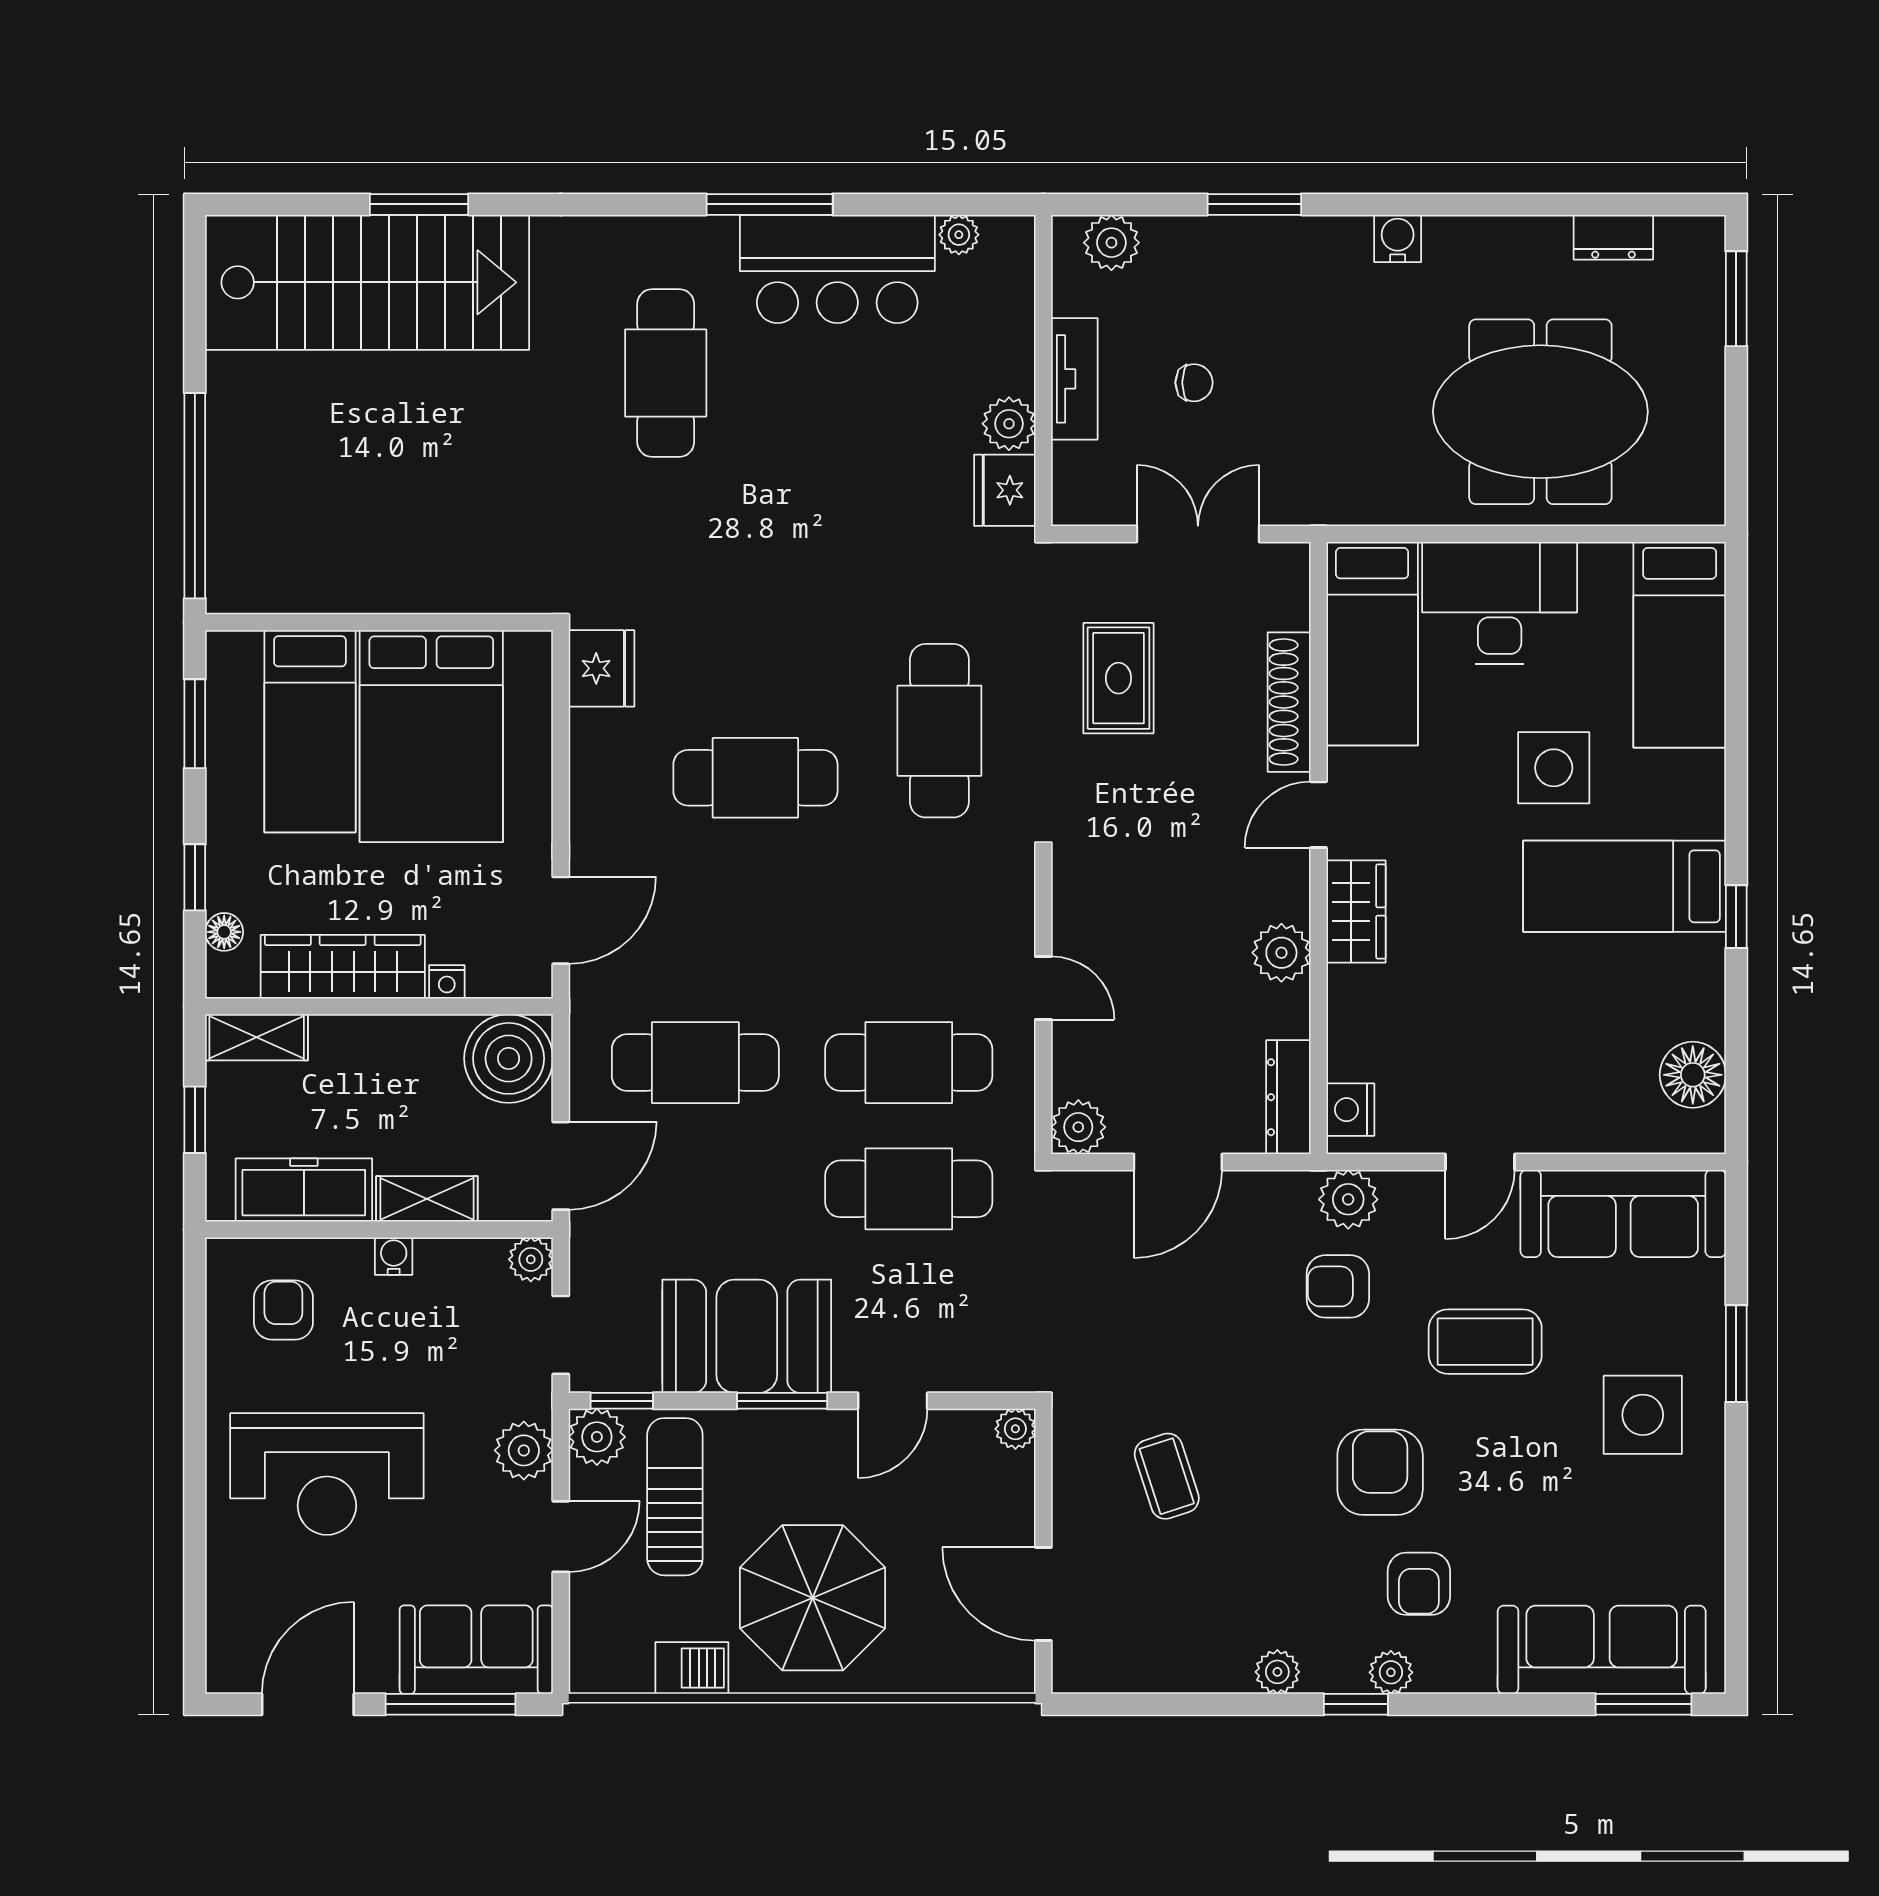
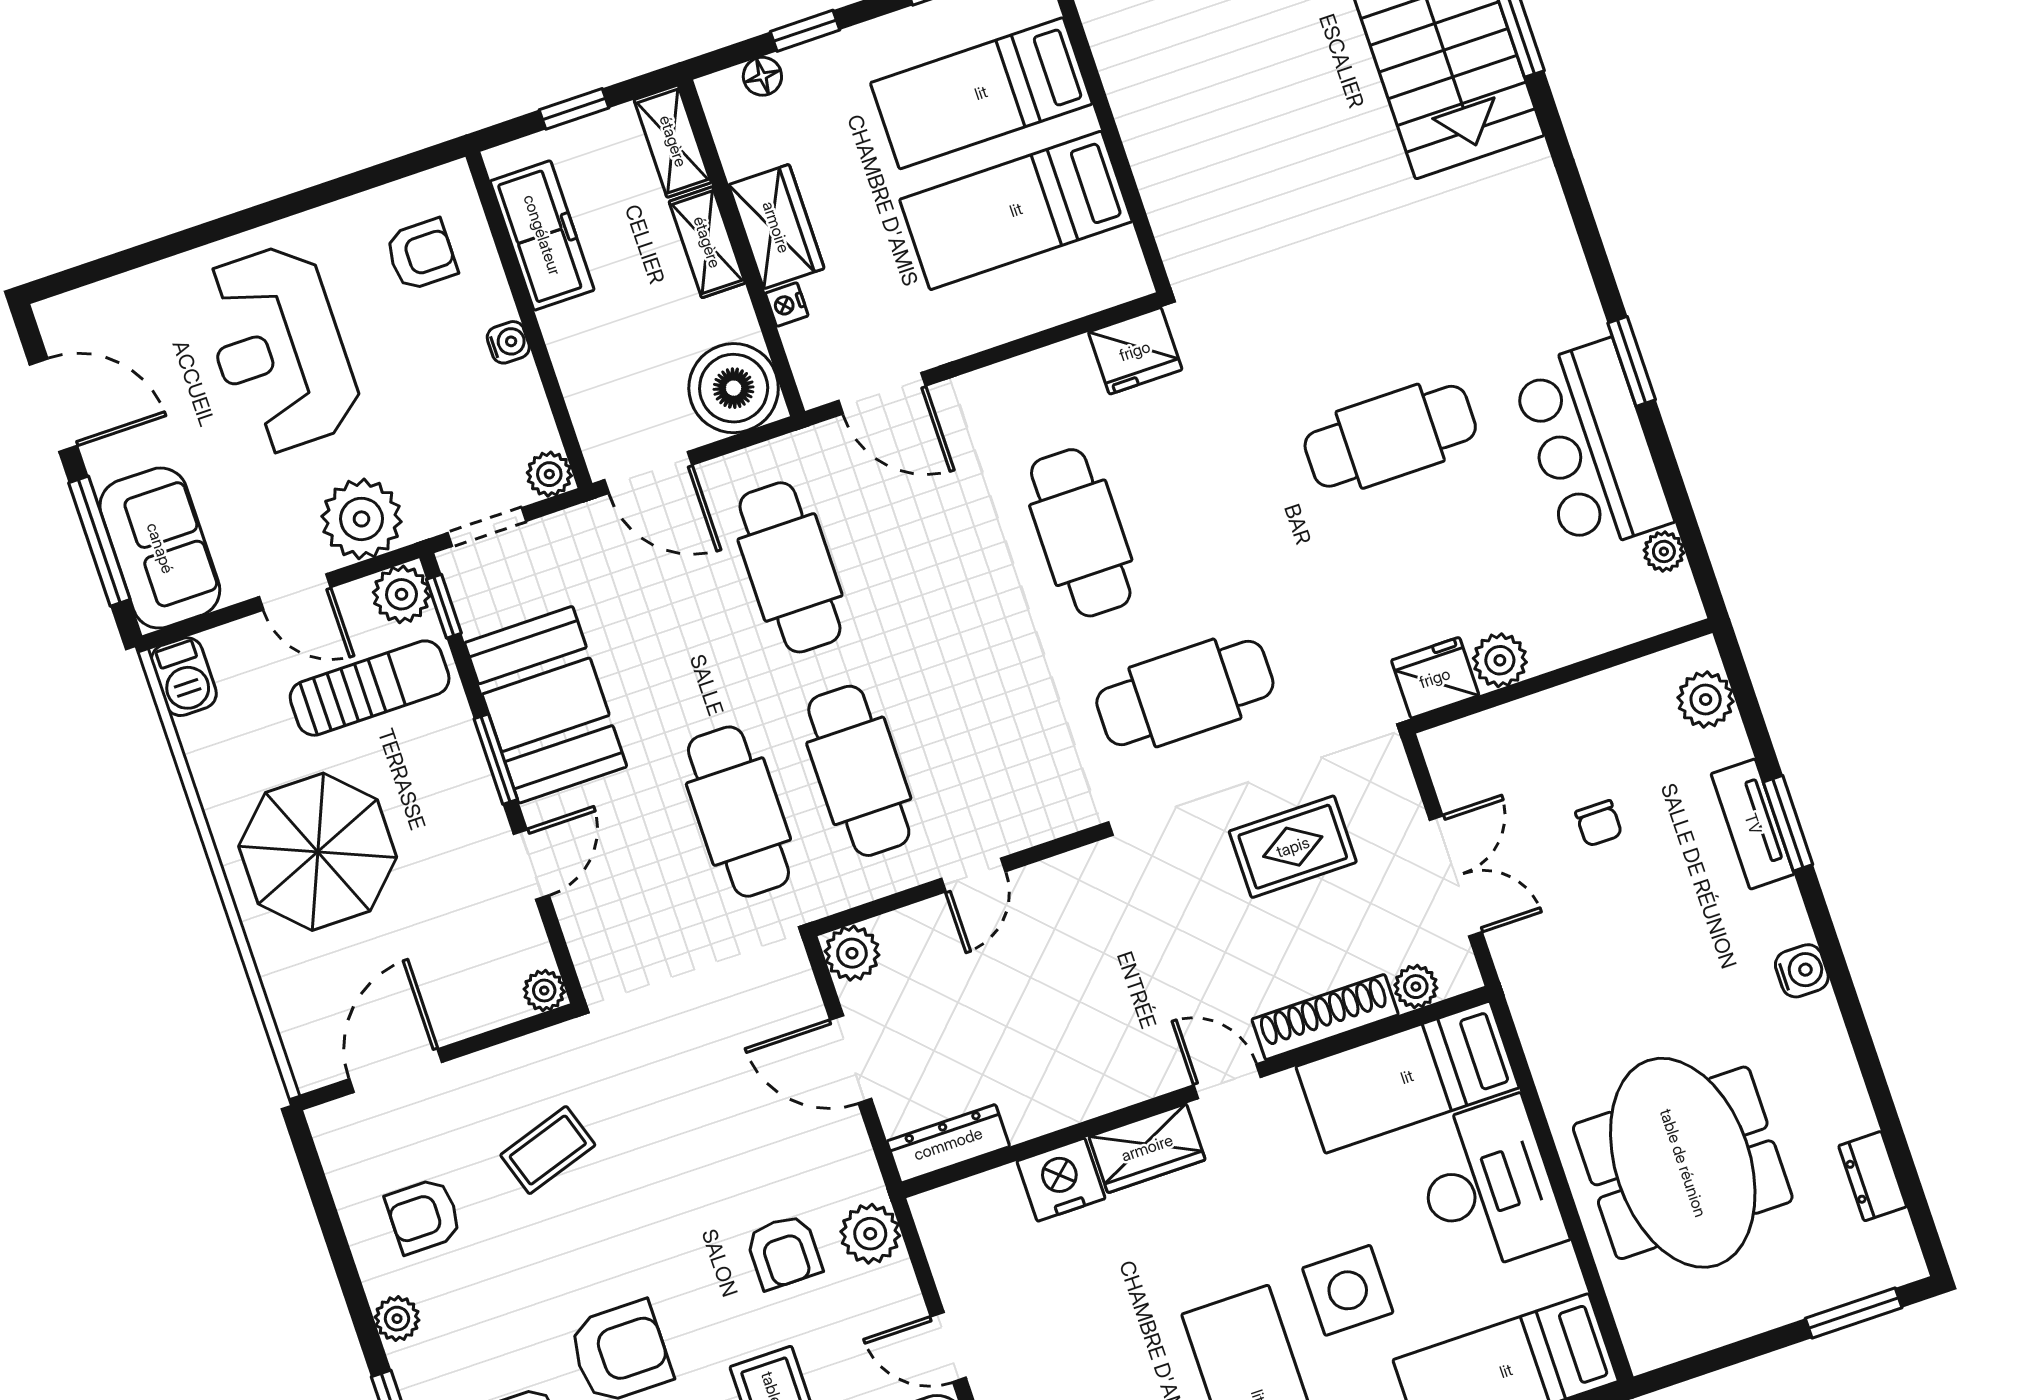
window: (770, 204) -> (1632, 361), width x0.69
cafe table: (666, 373) -> (1390, 436), moved
tv unit: (1074, 379) -> (1753, 824), moved, turned 90
bed: (431, 736) -> (1016, 210), width x0.67
plant: (1281, 953) -> (1416, 987), moved, width x0.73, depth x0.73
wardrobe: (343, 967) -> (776, 227), width x0.67
nightstand: (1350, 1110) -> (1061, 1180), moved, width x1.36, depth x1.33
shelving: (427, 1199) -> (707, 242), moved
armchair: (1338, 1286) -> (784, 1252), turned 180
door: (893, 1401) -> (531, 865), swing flipped
plant: (524, 1450) -> (362, 519), width x1.36, depth x1.36
armchair: (1189, 1614) -> (424, 1216), added
barbecue: (692, 1668) -> (184, 677), moved

